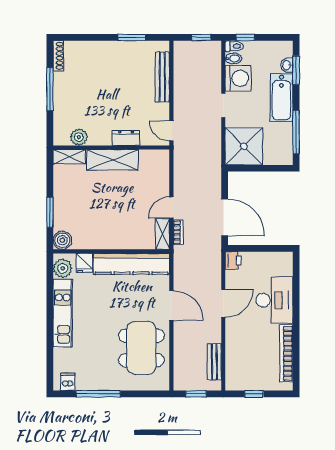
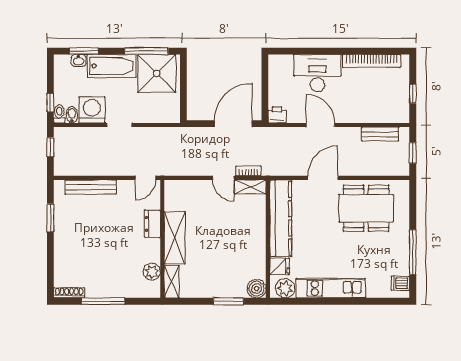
shower: (244, 146) -> (157, 73), moved

